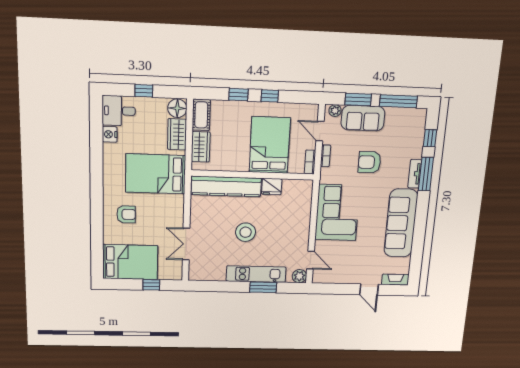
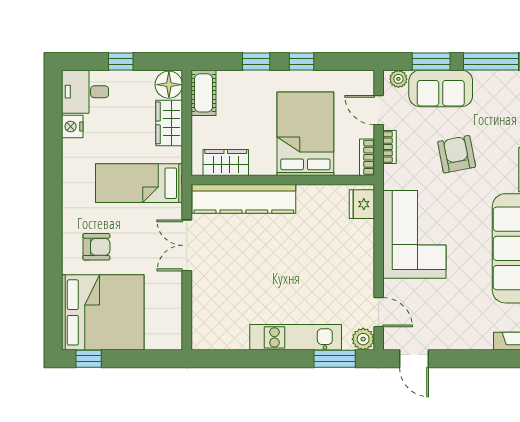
wardrobe: (201, 147) -> (226, 163), moved, turned -90
armchair: (370, 162) -> (457, 154), turned 79
bed: (156, 174) -> (139, 183), width x0.67
fridge: (272, 187) -> (362, 204), moved, turned 90
stool: (246, 232) -> (276, 270), removed
double door: (186, 244) -> (187, 245), moved
bed: (130, 262) -> (103, 312), width x1.36
window: (151, 285) -> (89, 359), moved
window: (263, 287) -> (335, 359), moved
door: (369, 290) -> (414, 359), moved

